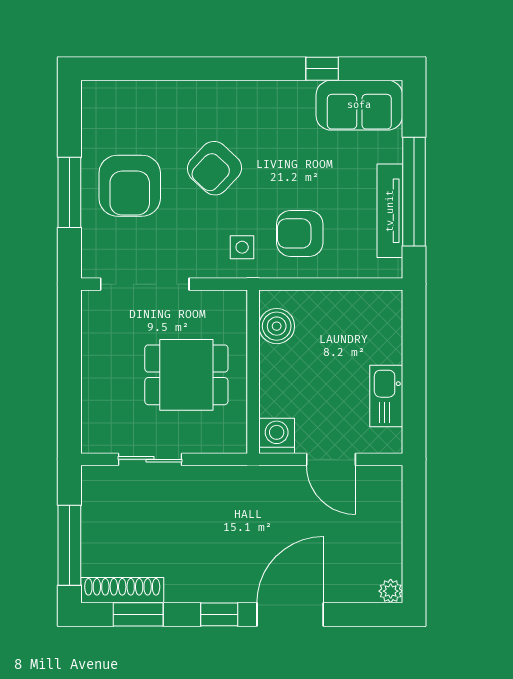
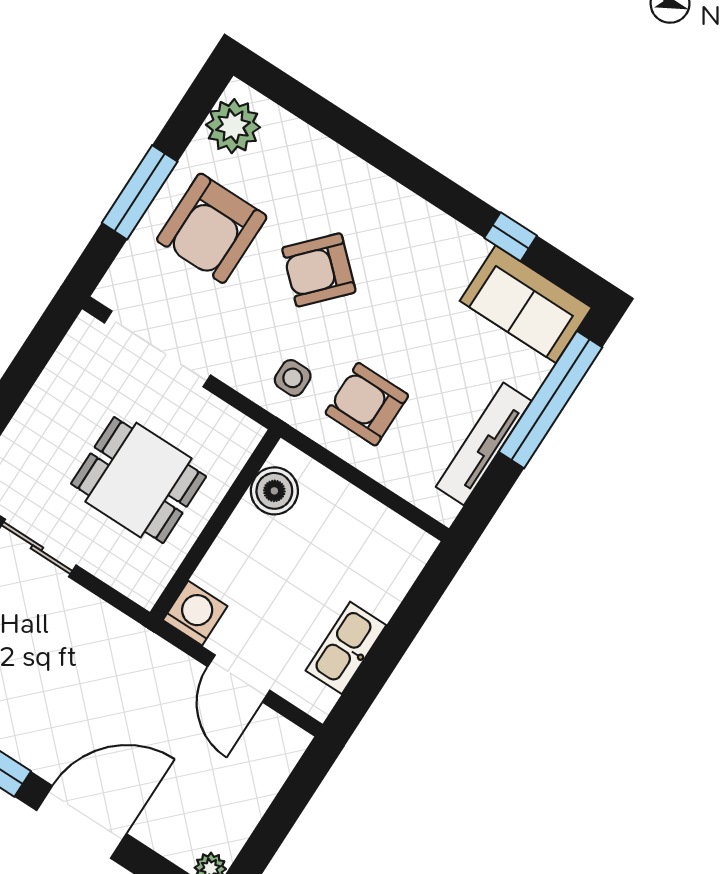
plant: (101, 112) -> (233, 126), added
window: (414, 192) -> (551, 400), moved

